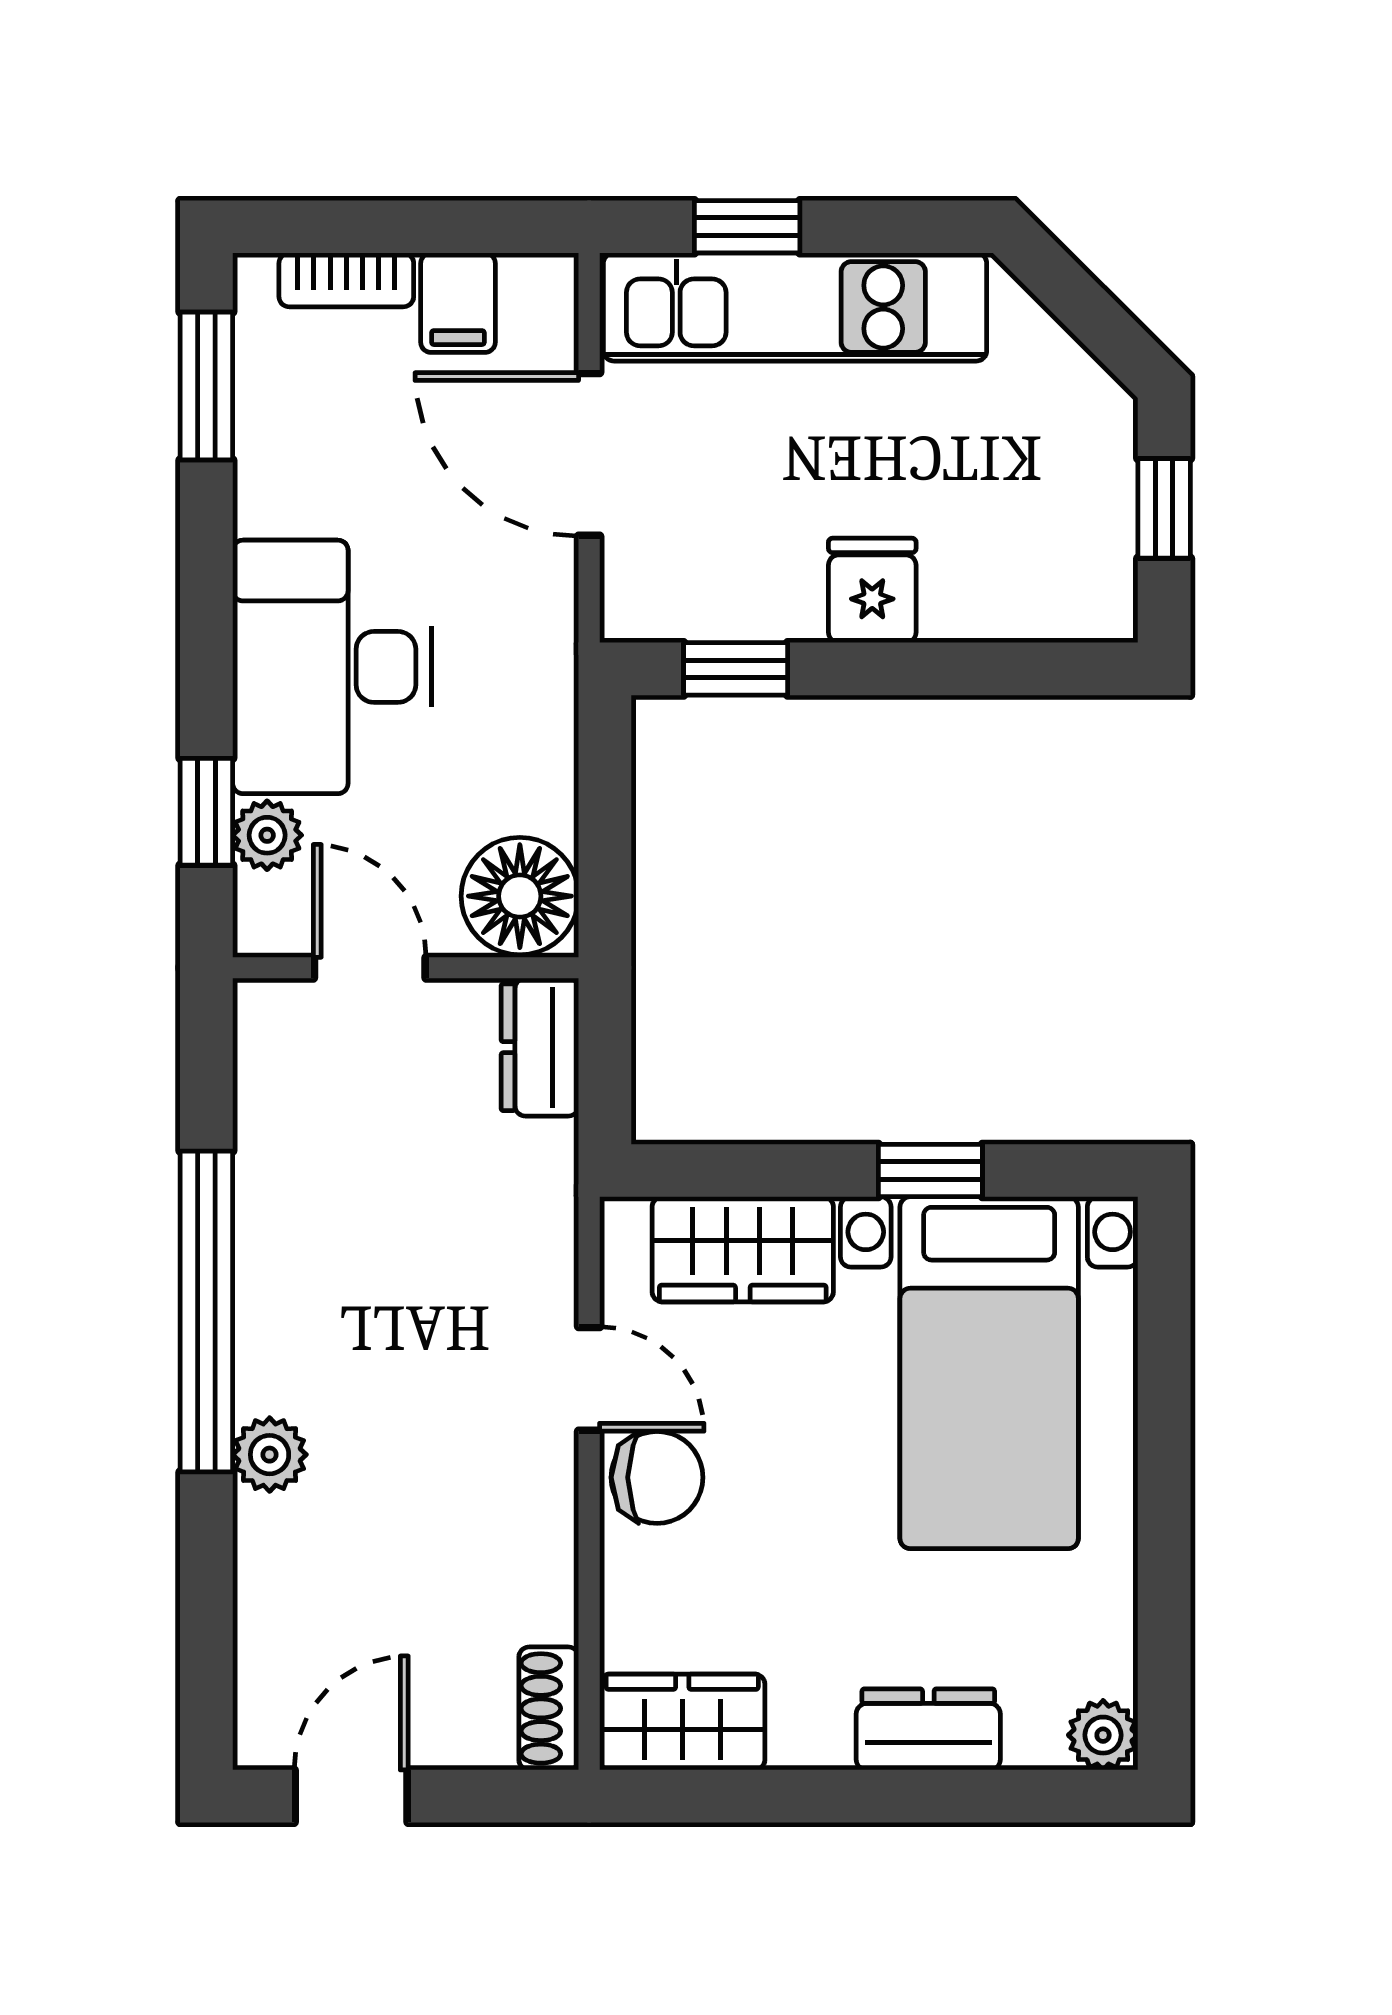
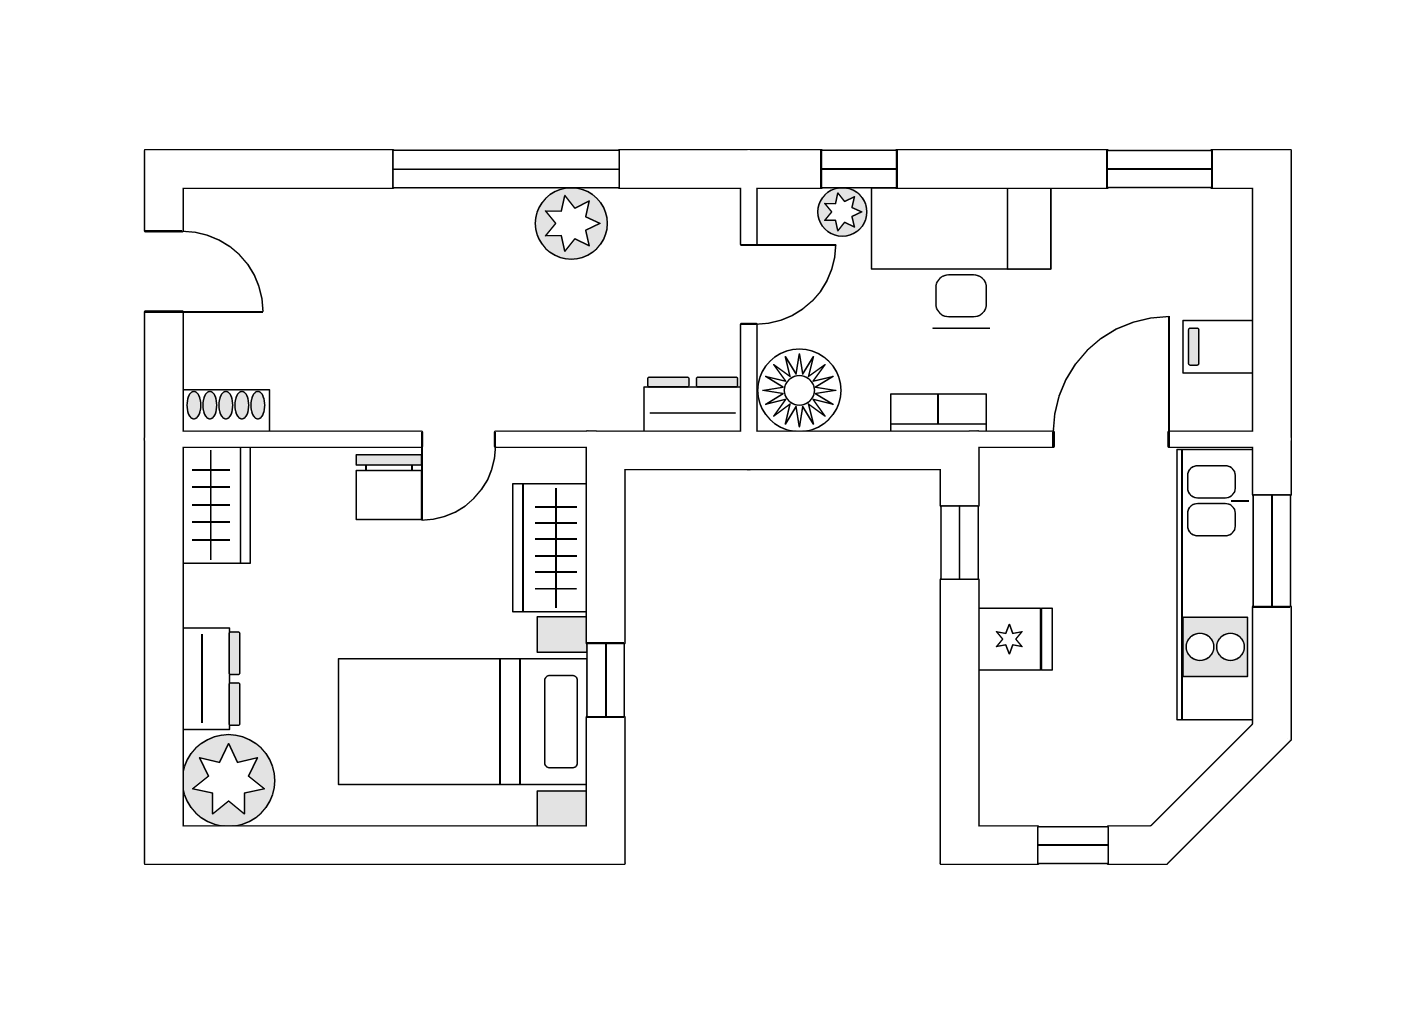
window: (747, 227) -> (1272, 551), width x1.50
bookcase: (346, 280) -> (938, 413), moved, turned 90
plant: (270, 1455) -> (571, 223), moved, width x1.38, depth x1.38
plant: (1103, 1735) -> (229, 781), width x1.87, depth x1.87

